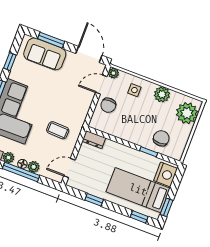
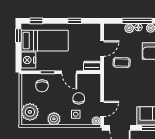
chair: (108, 105) -> (79, 98), moved
door: (123, 142) -> (69, 72), added
door: (70, 168) -> (102, 49), moved

